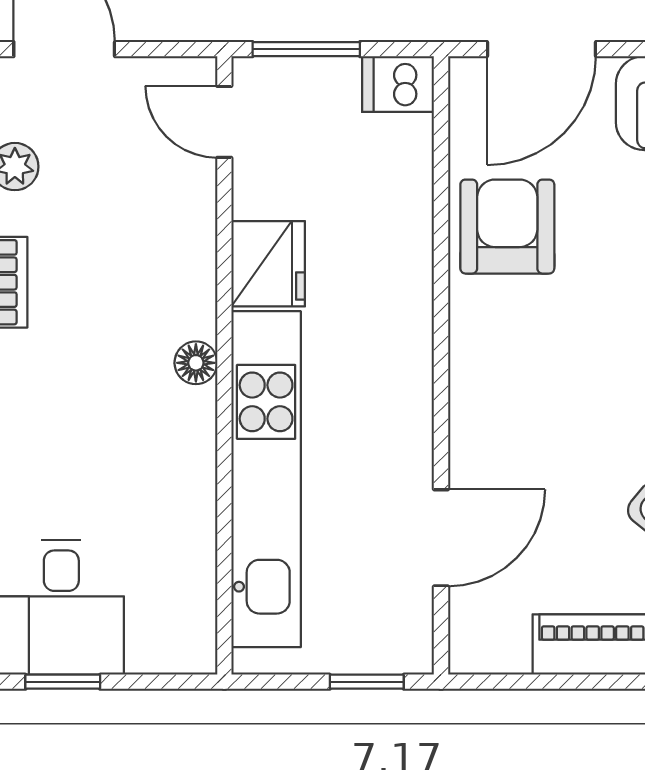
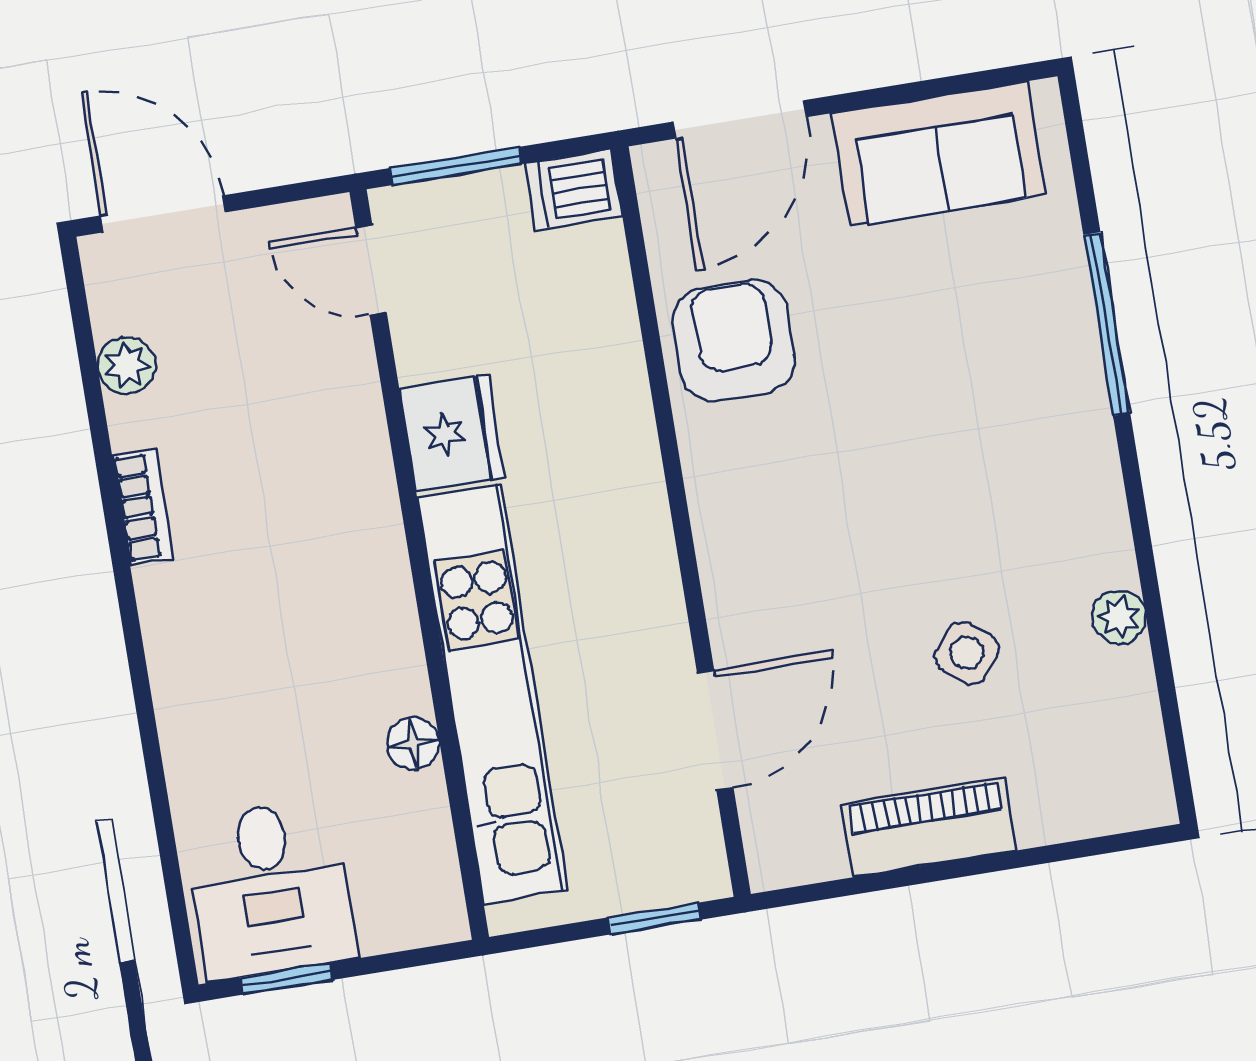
floor lamp: (196, 363) -> (413, 744), moved

